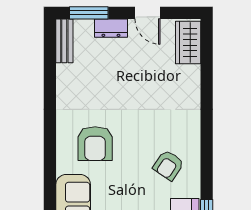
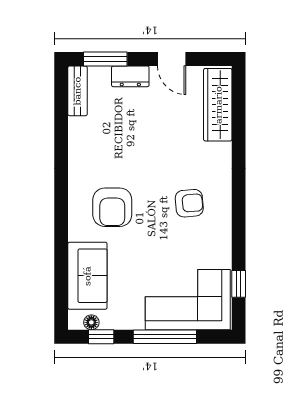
wardrobe: (188, 42) -> (218, 105), width x1.50
armchair: (168, 165) -> (189, 203), moved, turned -129

